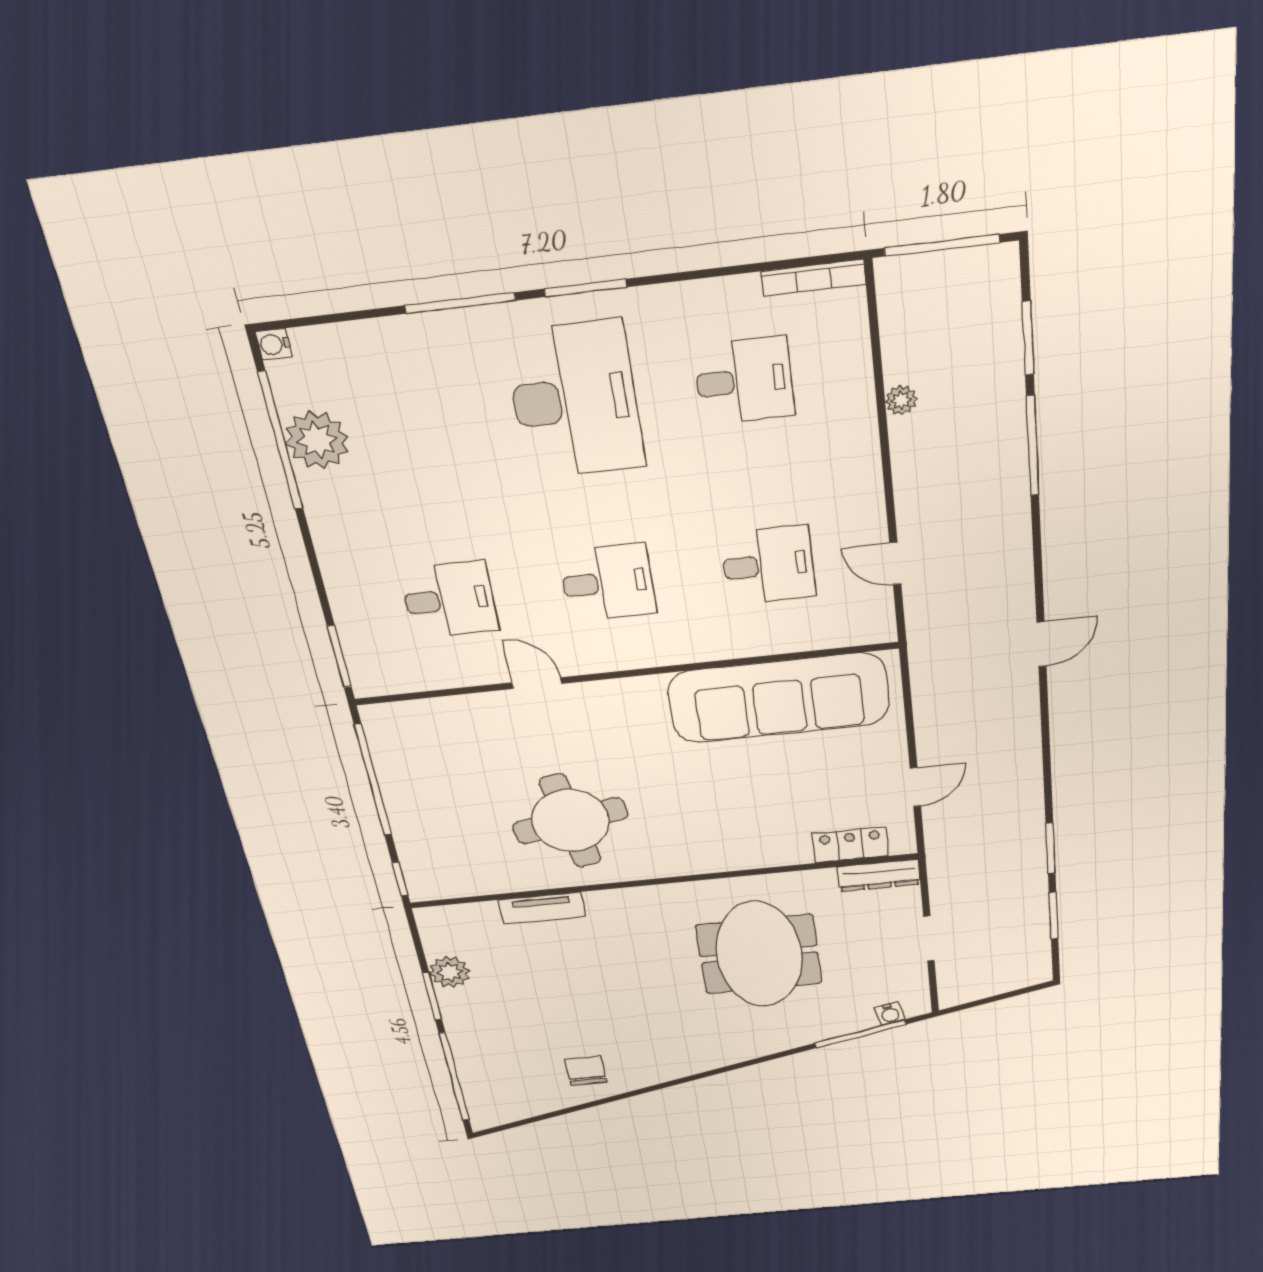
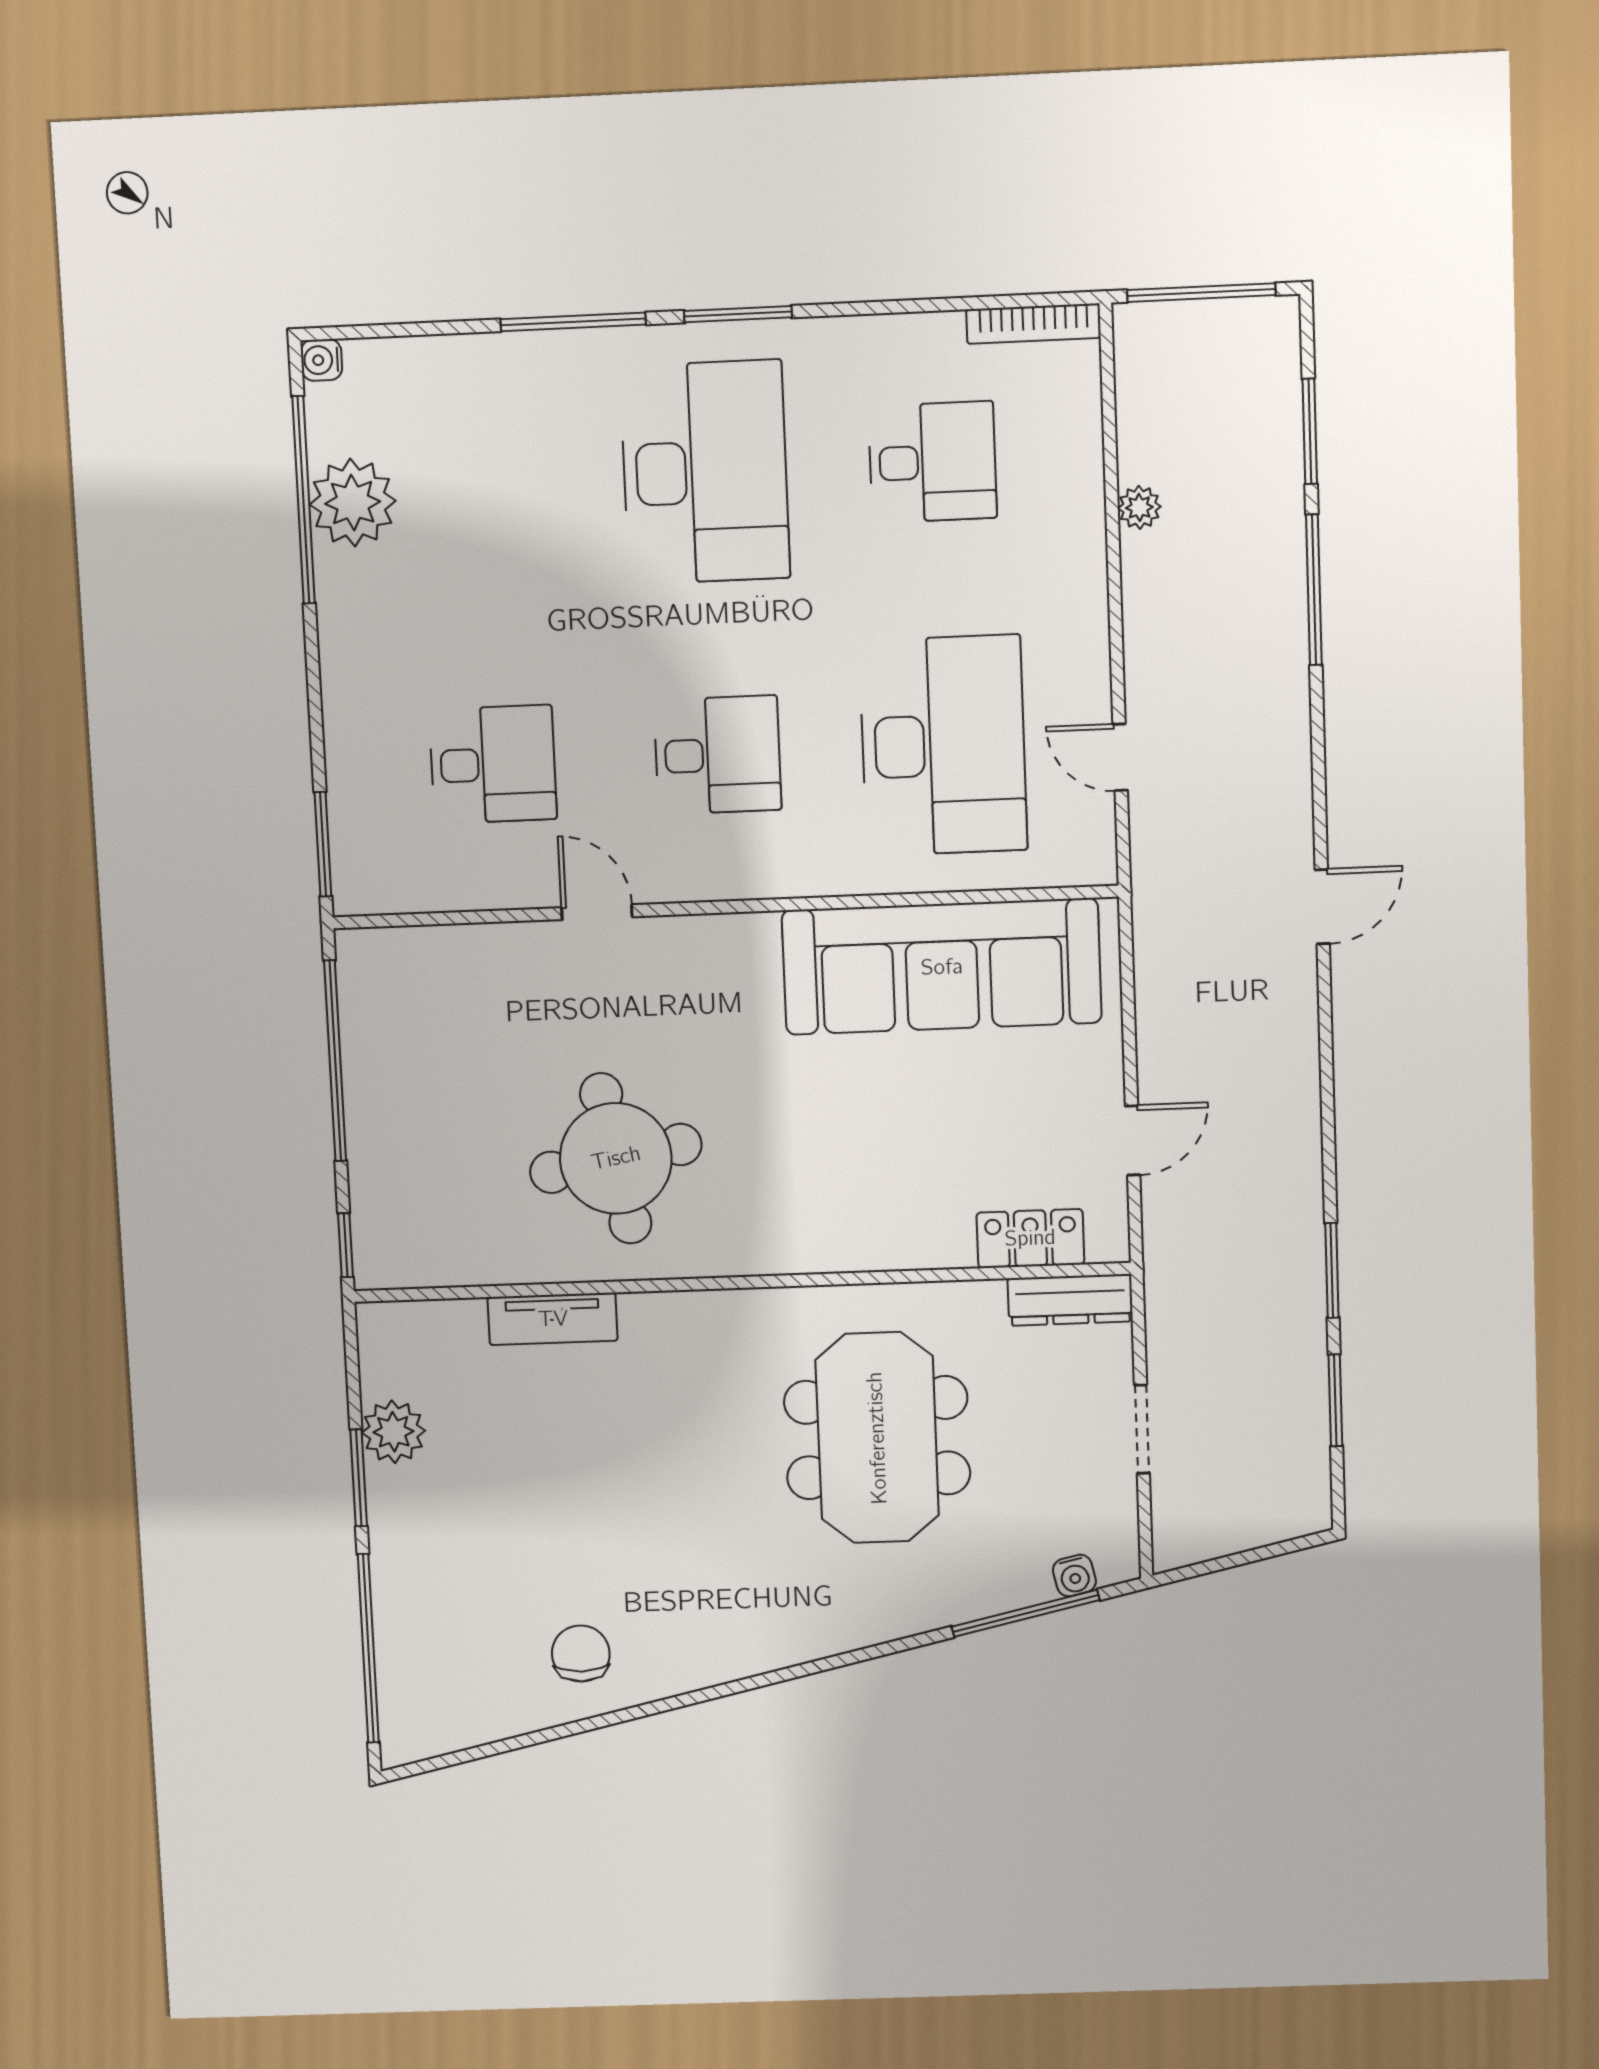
desk: (768, 565) -> (943, 745), width x1.87, depth x1.30

